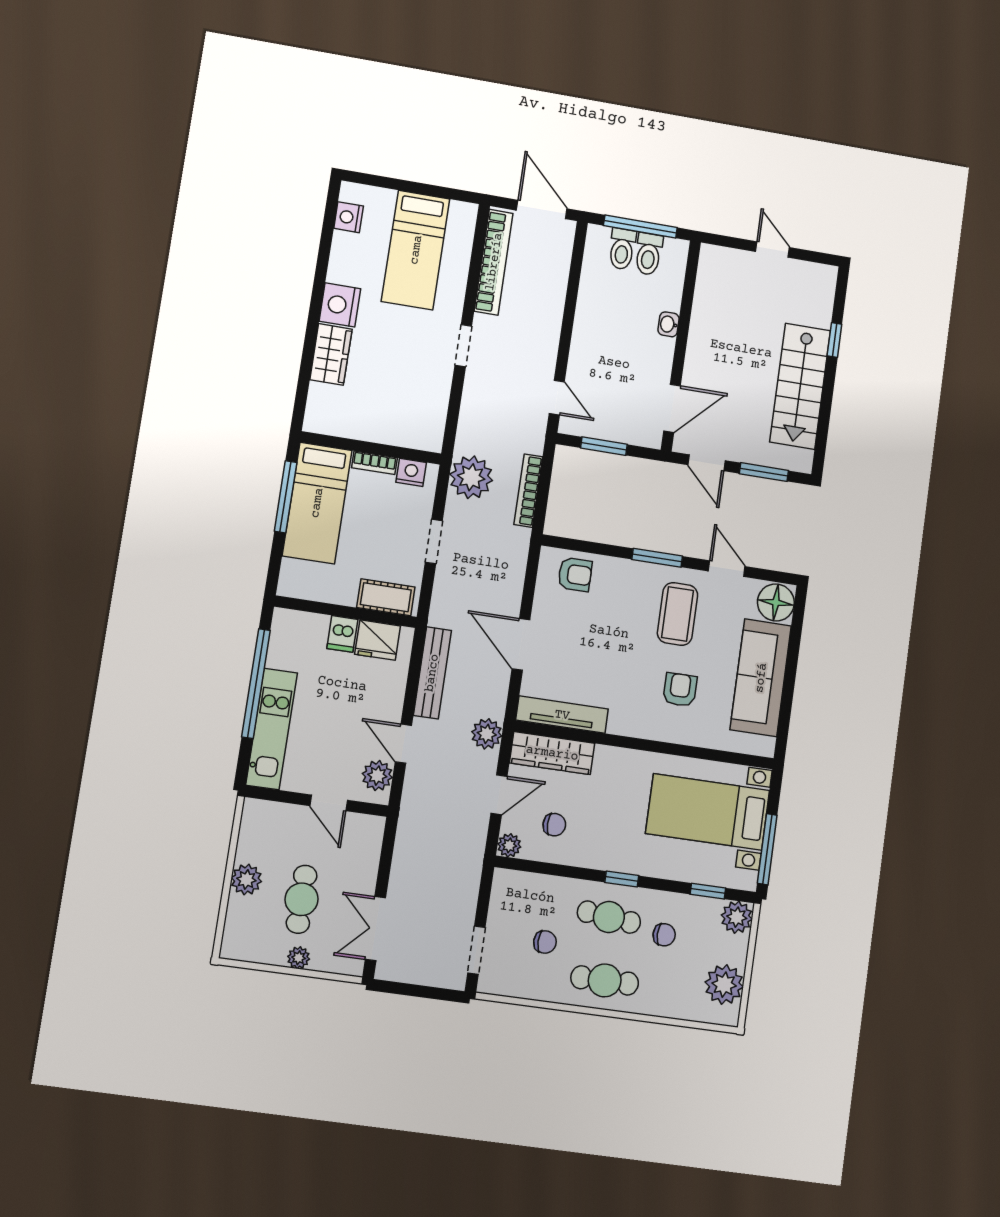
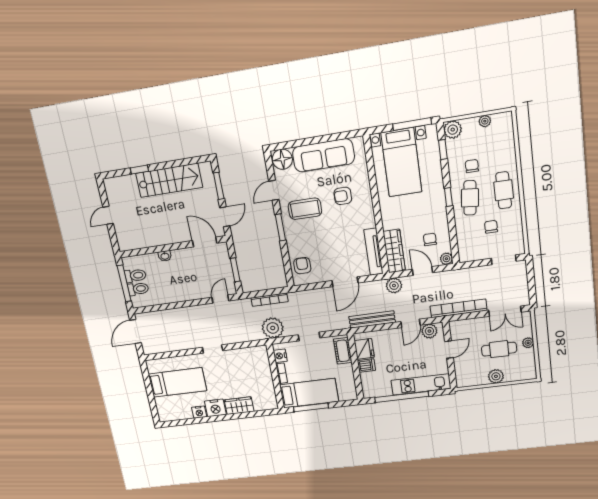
nightstand: (349, 217) -> (199, 412), moved
bookcase: (494, 262) -> (458, 308), moved
plant: (724, 985) -> (485, 121), width x0.53, depth x0.53

